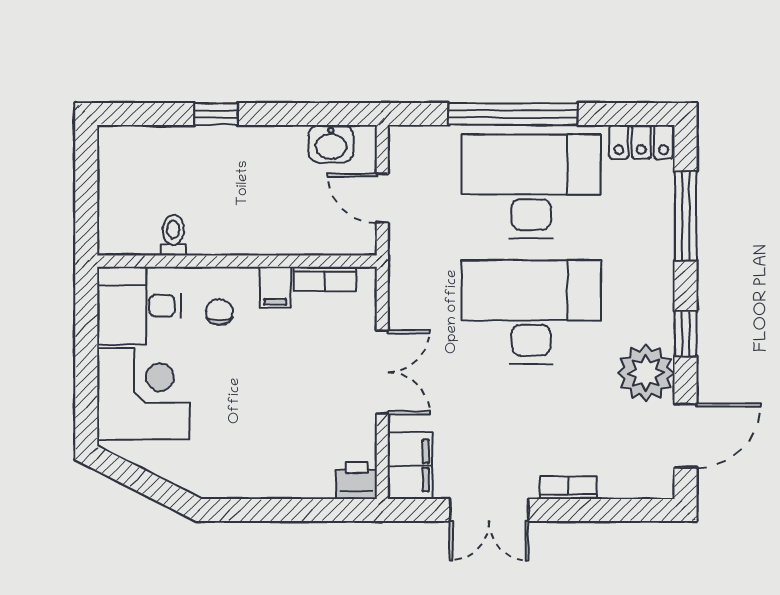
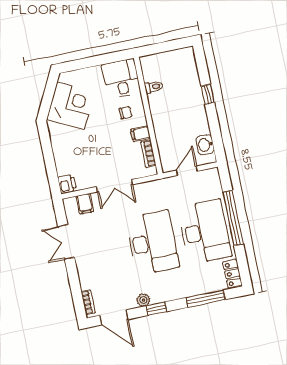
plant: (646, 373) -> (143, 300), width x0.53, depth x0.53
corner desk: (143, 394) -> (71, 106), moved, turned -63
filing cabinet: (410, 466) -> (85, 204), width x0.50
bookcase: (568, 488) -> (88, 302), moved

